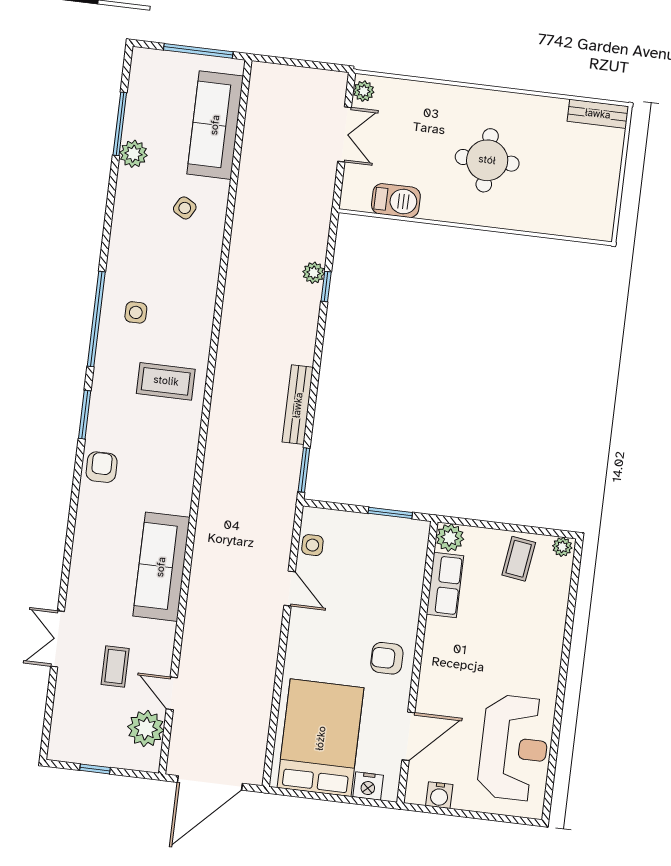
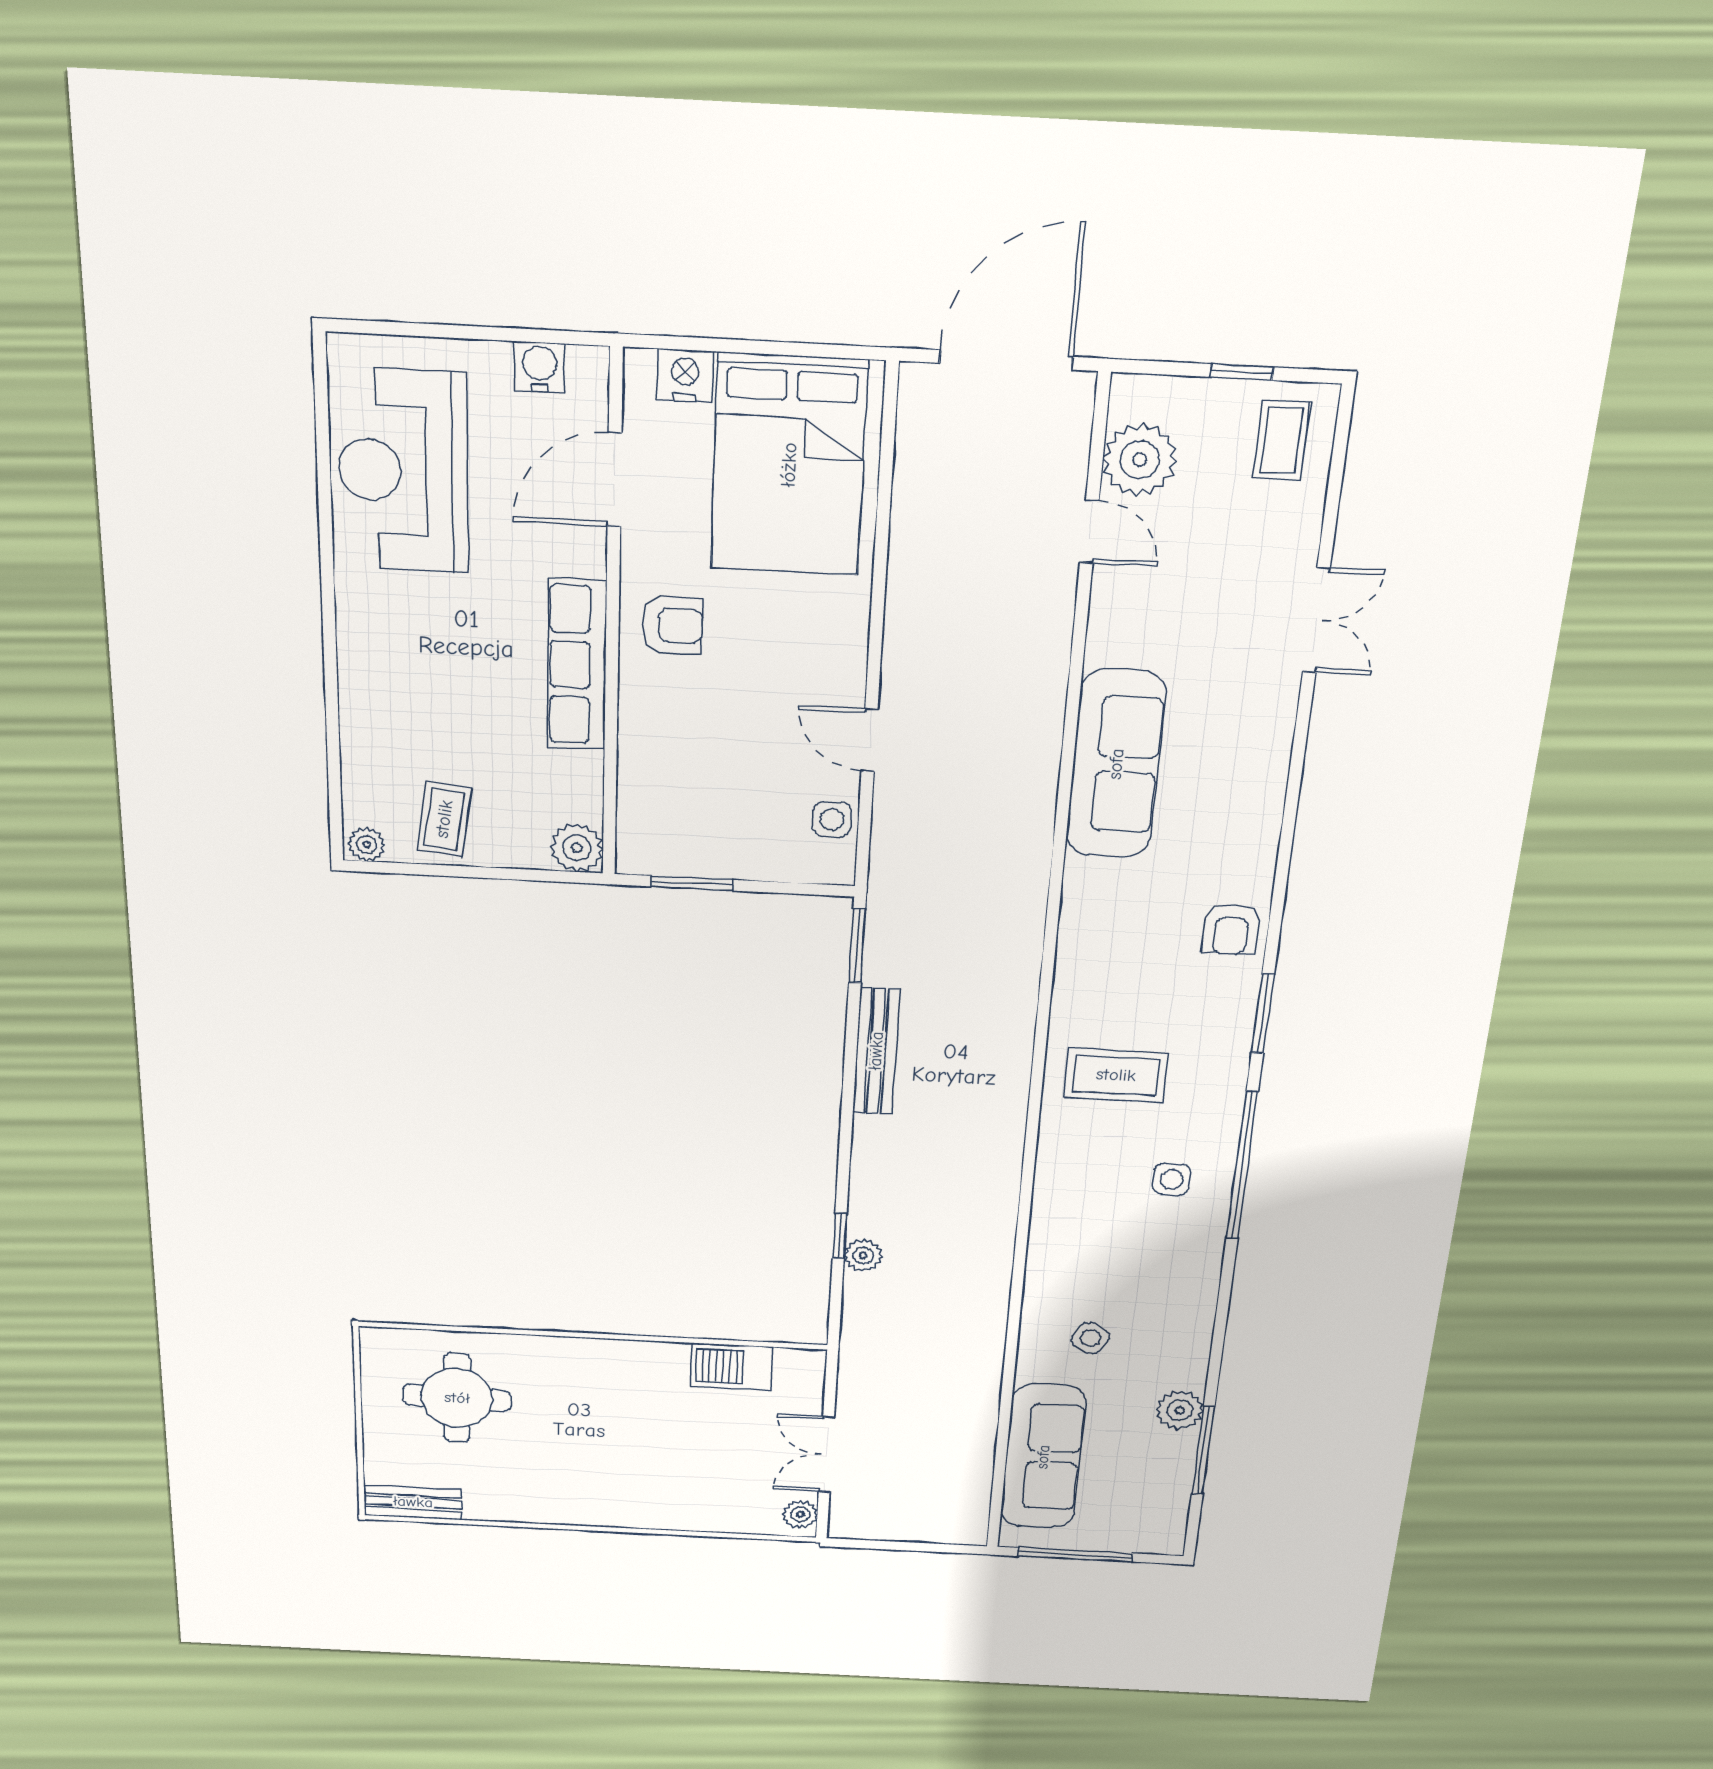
round table: (487, 160) -> (457, 1398), moved
row of seats: (445, 585) -> (577, 665), moved, width x1.48
coffee table: (115, 666) -> (1281, 440), moved

